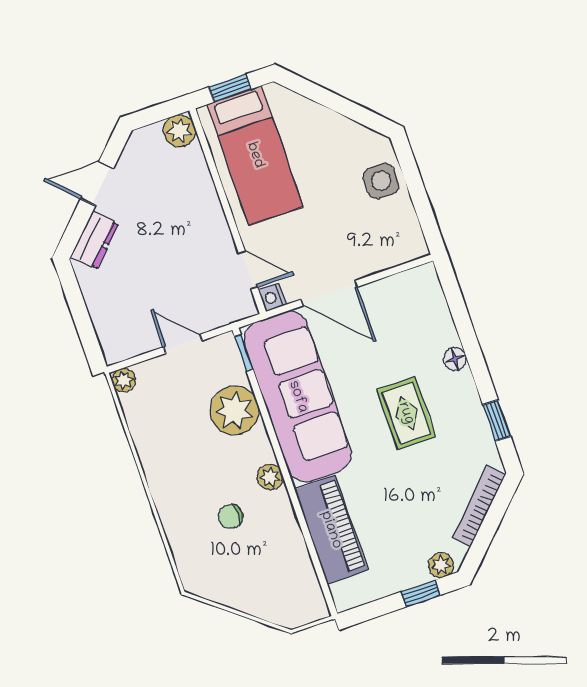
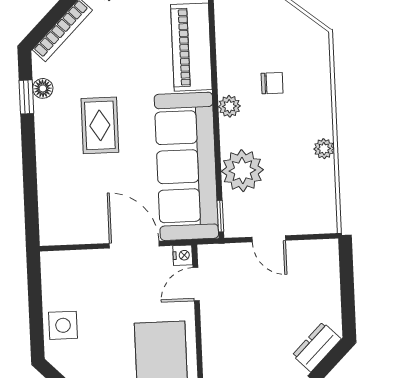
door: (248, 270) -> (196, 284), hinge flipped
floor lamp: (455, 359) -> (43, 88), moved
plant: (124, 380) -> (324, 149), moved

